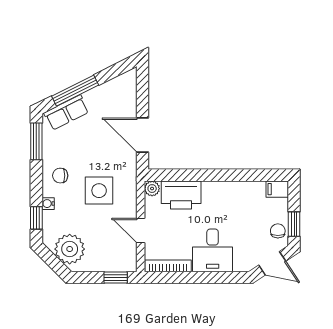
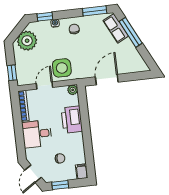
side table: (99, 191) -> (62, 68), moved
printer: (181, 195) -> (72, 120), moved
chair: (278, 231) -> (60, 158), moved

